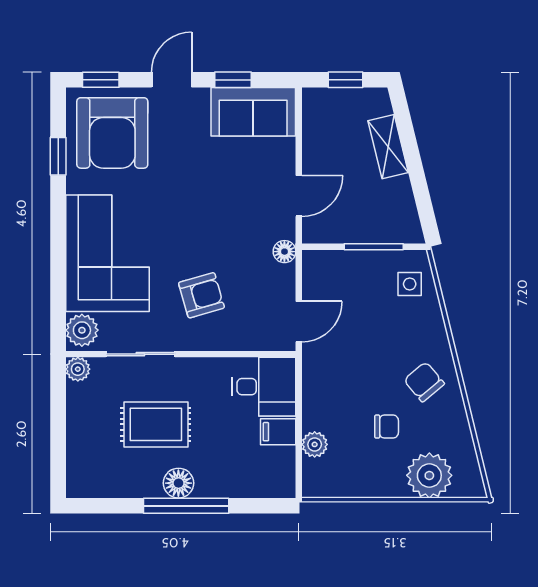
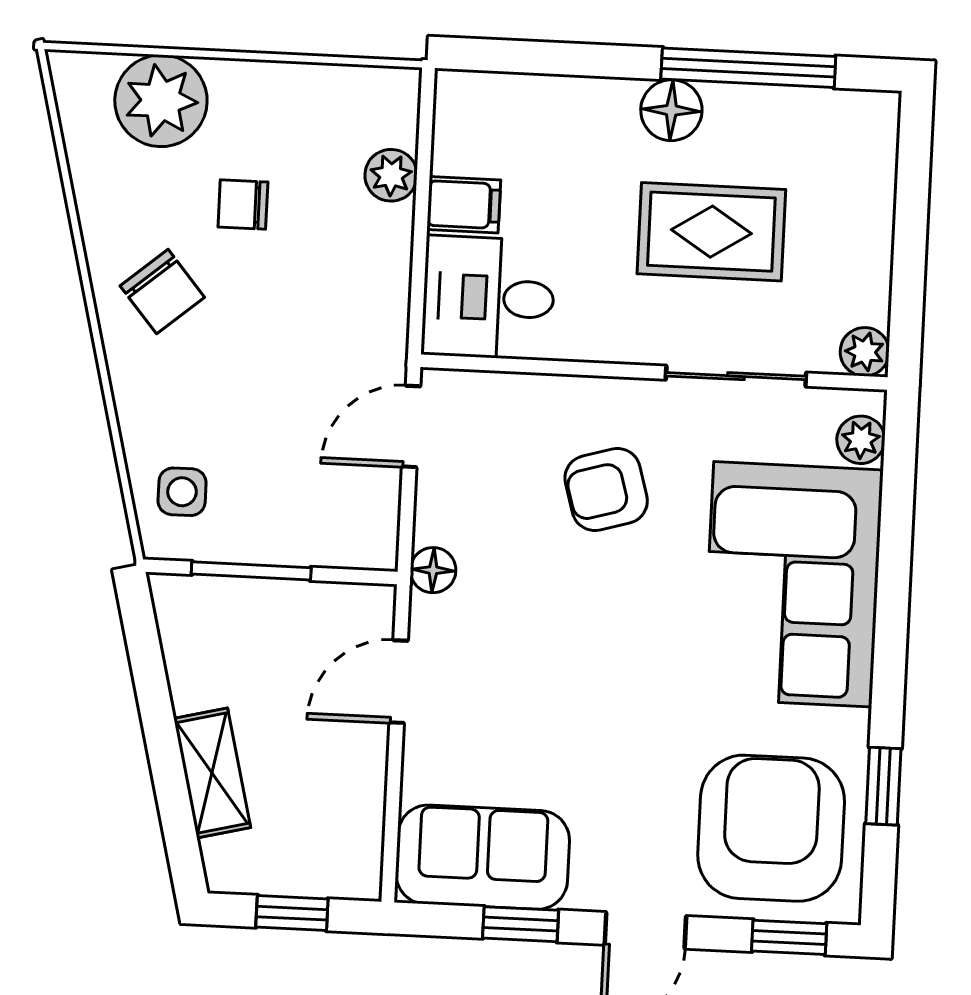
plant: (82, 330) -> (861, 440), width x0.73, depth x0.73
window: (186, 506) -> (748, 68), moved

